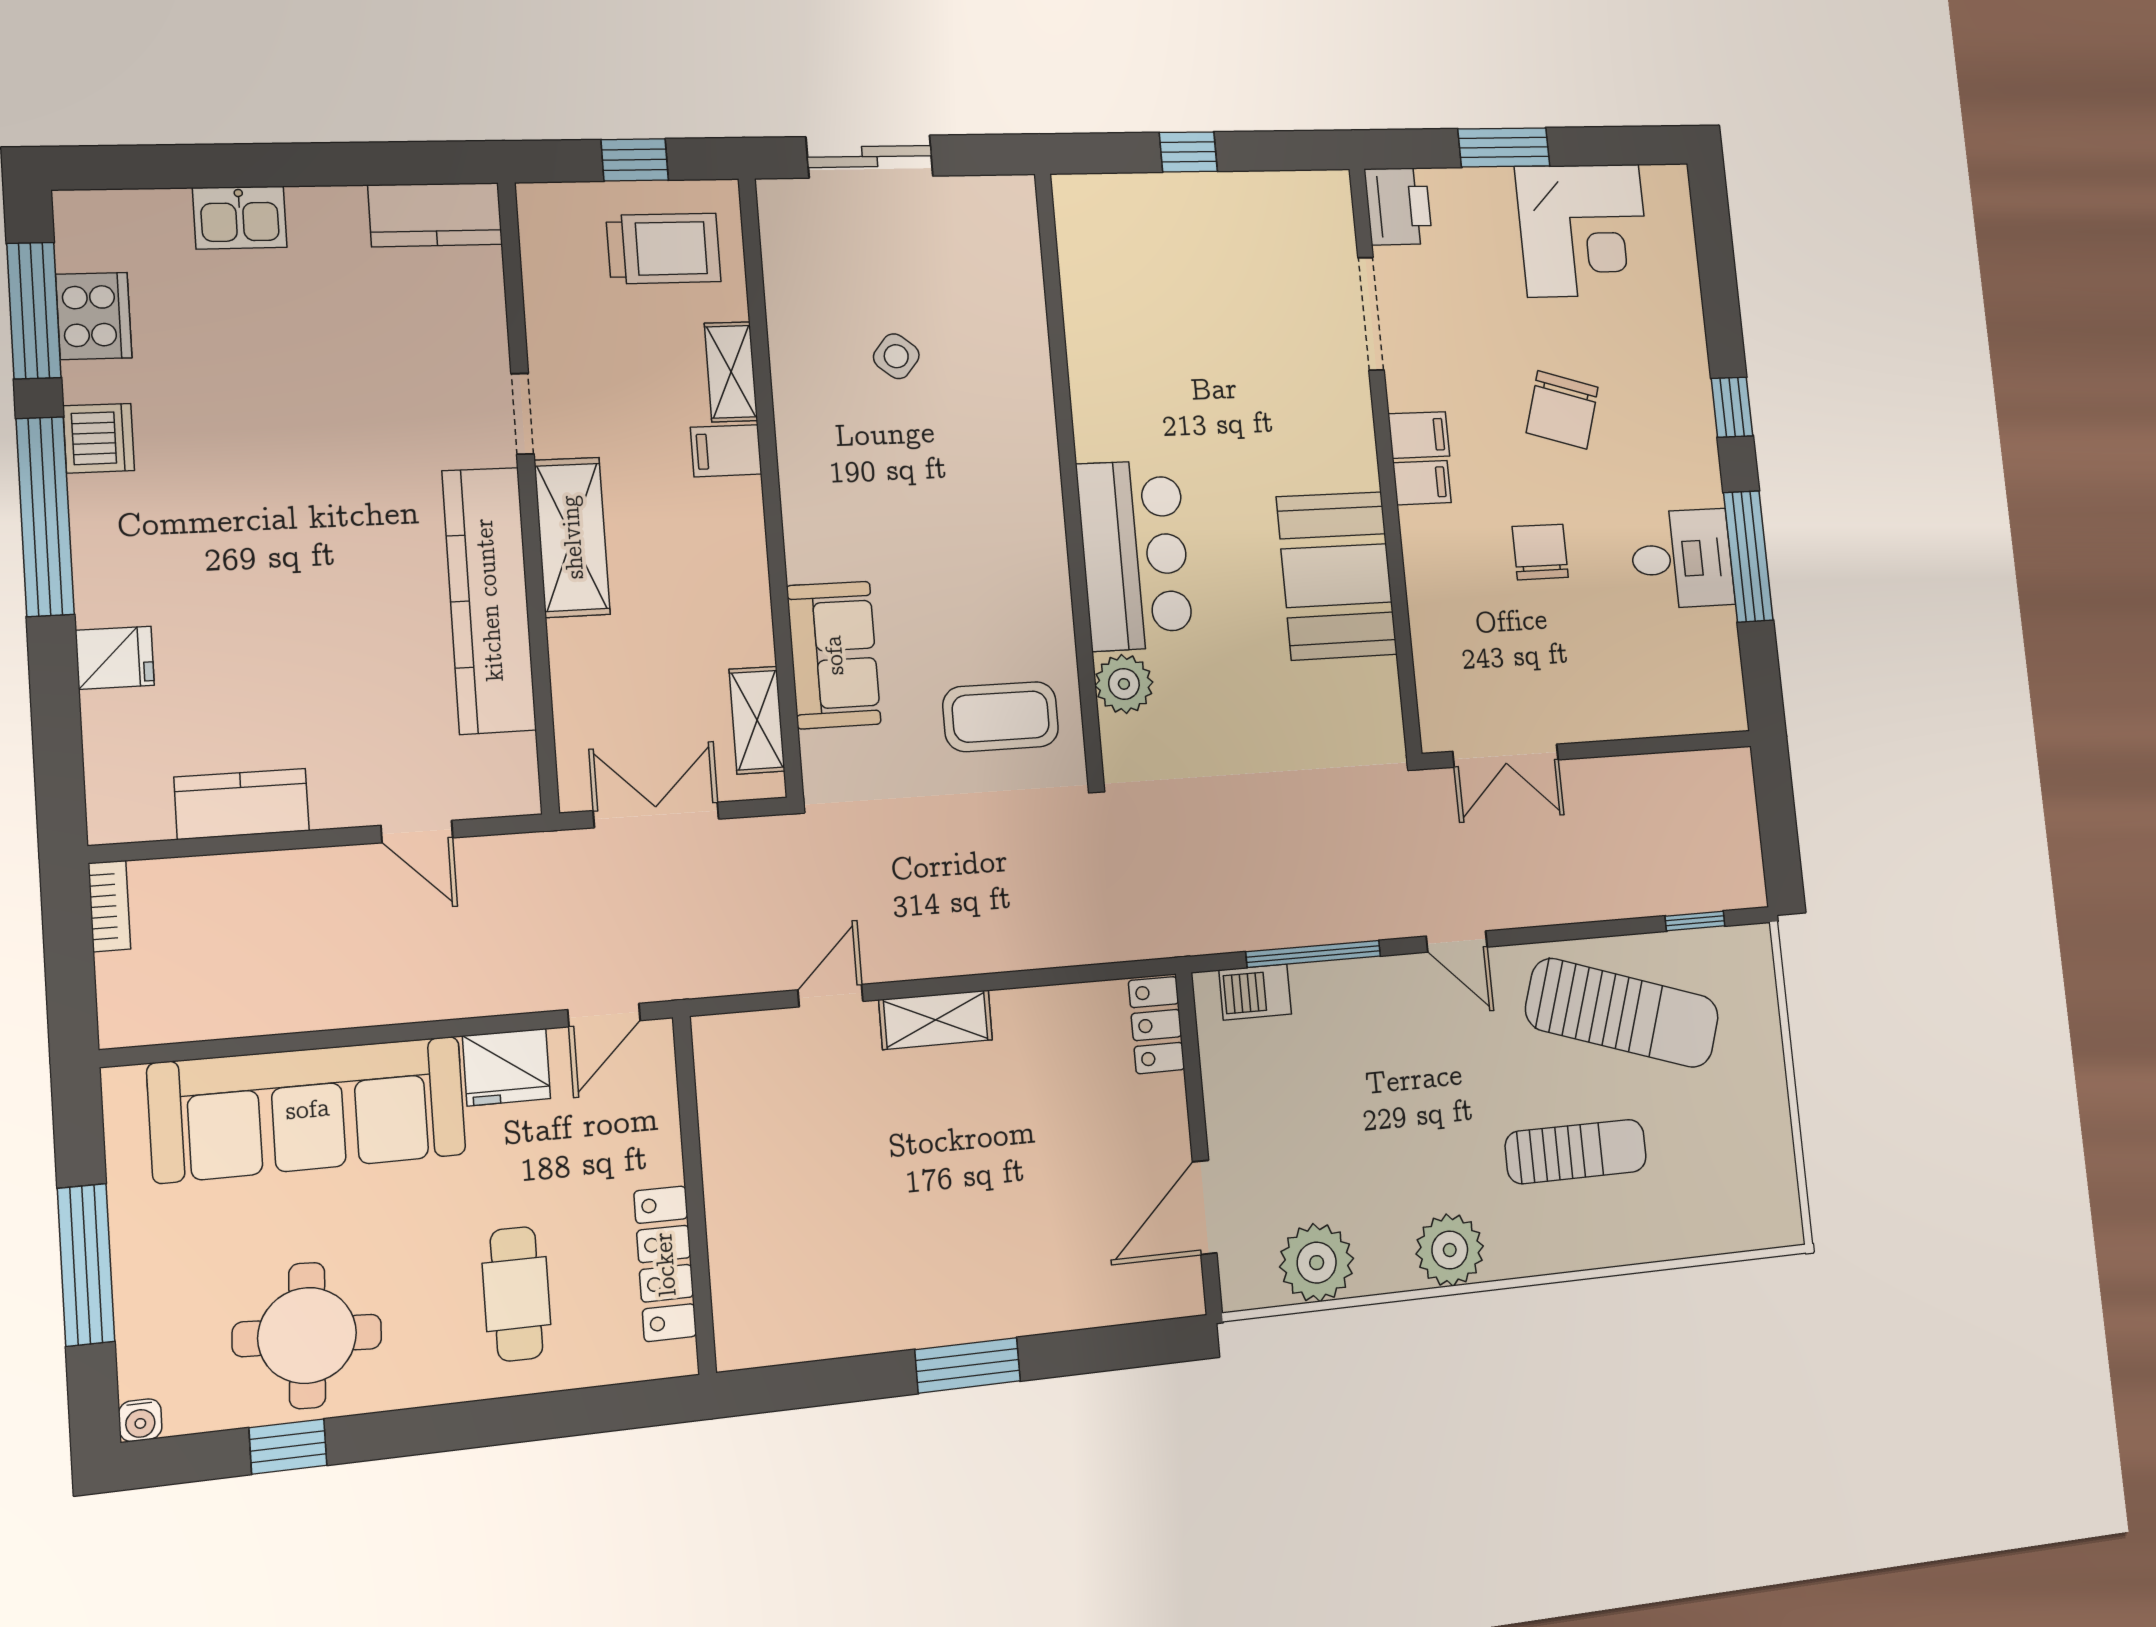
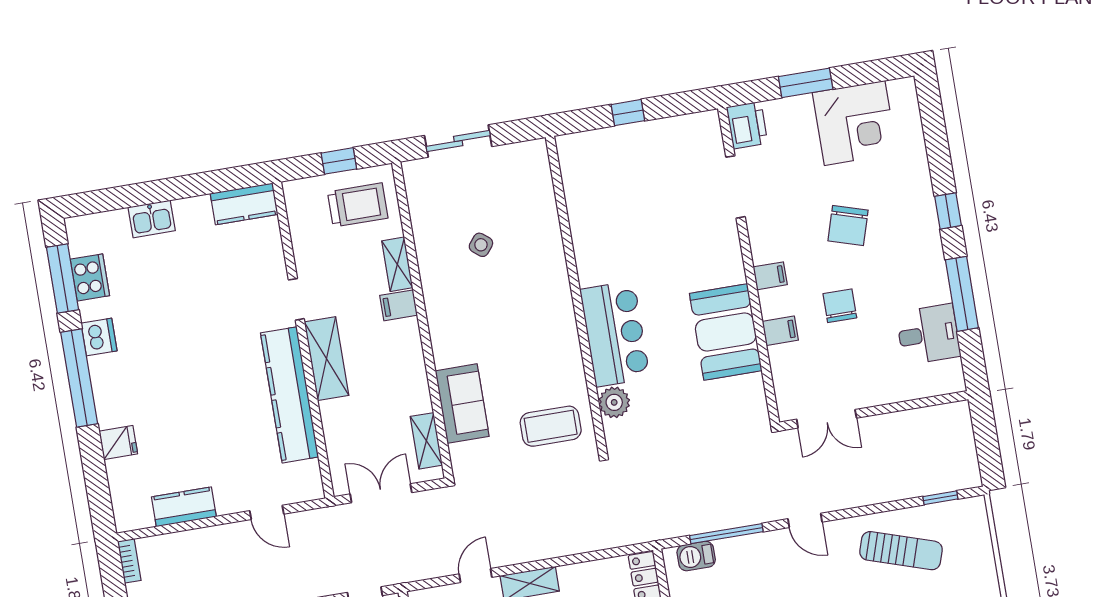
filing cabinet: (1419, 435) -> (780, 331), moved
desk: (1682, 559) -> (928, 334), moved
sun lounger: (1622, 1013) -> (901, 551), width x0.73, depth x0.75

